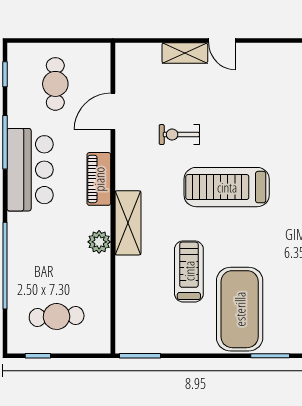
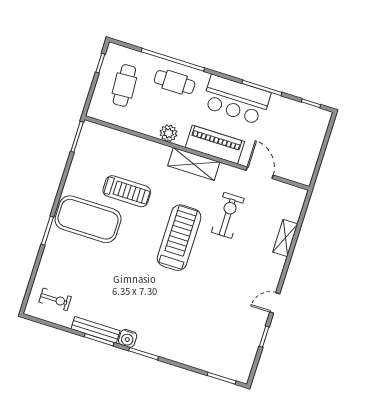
door: (222, 41) -> (275, 303), moved
cafe table: (55, 84) -> (175, 82), moved
exercise bike: (179, 135) -> (228, 215), width x1.38, depth x1.39
piano: (99, 179) -> (215, 144), width x1.37, depth x1.33
shelving: (128, 223) -> (194, 164), moved

